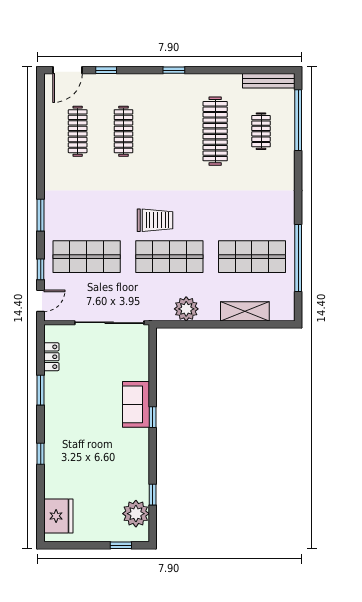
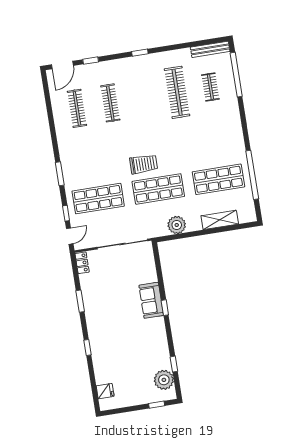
locker: (51, 357) -> (82, 263), moved
fridge: (58, 516) -> (105, 391), width x0.53, depth x0.75

